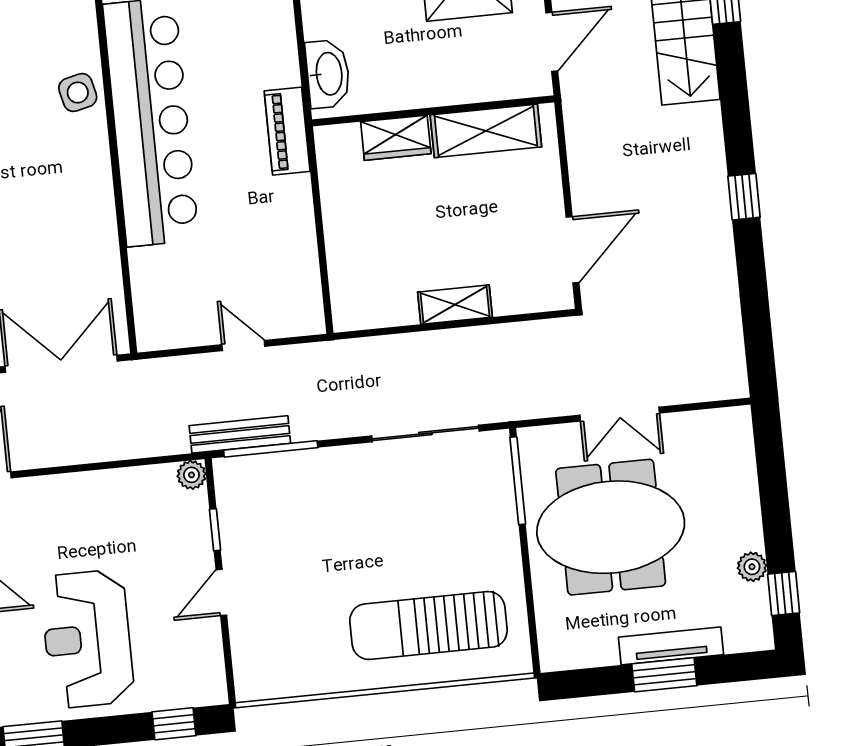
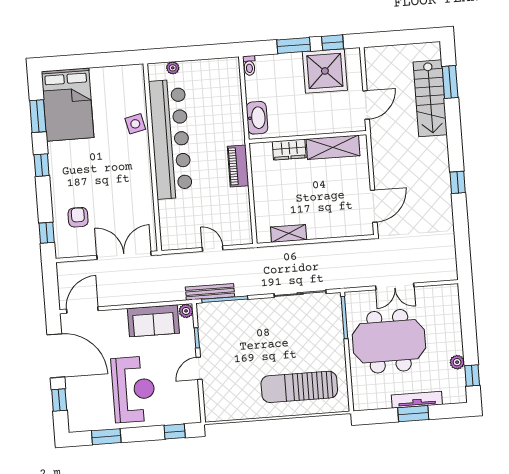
piano: (287, 131) -> (238, 166), moved
shelving: (455, 305) -> (289, 233), moved
sofa: (125, 497) -> (153, 321), added
reception desk: (87, 639) -> (133, 389), turned 180

